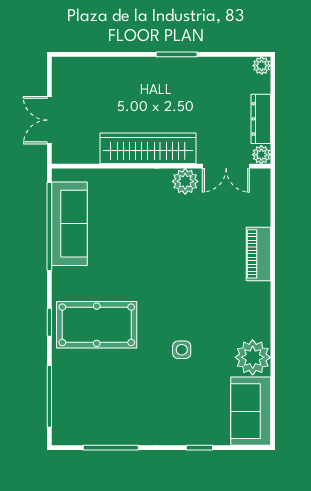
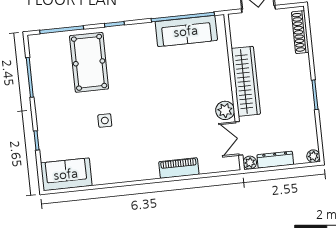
shoe rack: (88, 66) -> (300, 32), added
pool table: (97, 325) -> (89, 62), moved
plant: (253, 357) -> (105, 172), removed

